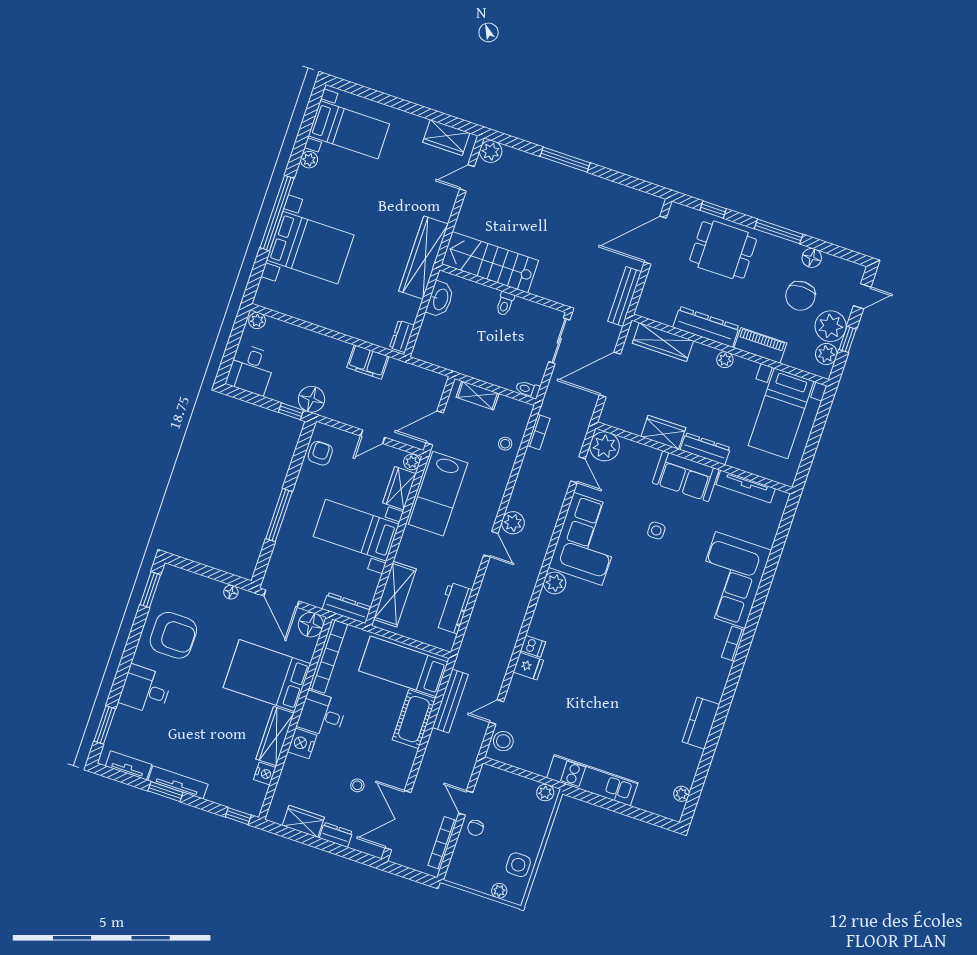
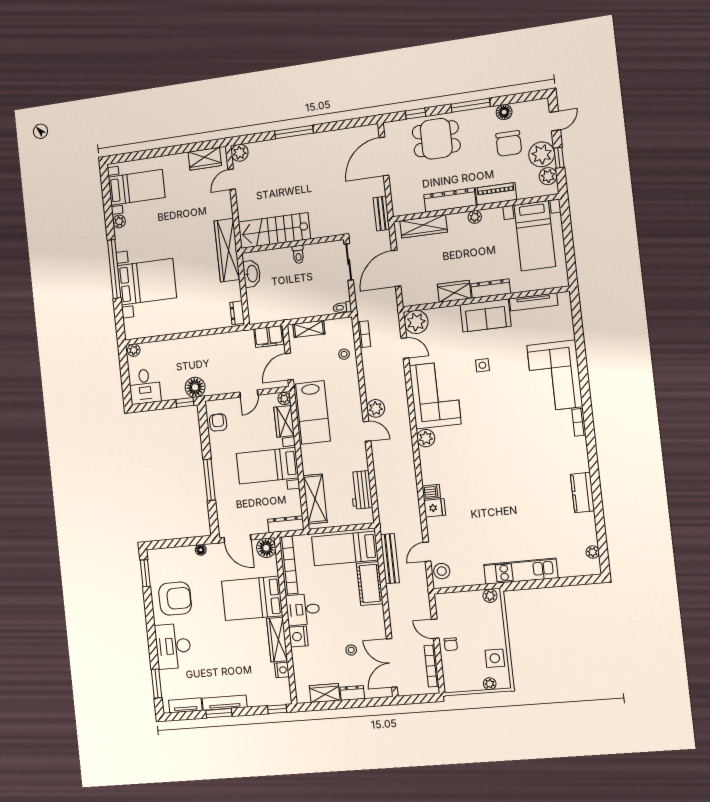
bench: (625, 297) -> (381, 214), width x0.73
filing cabinet: (368, 362) -> (269, 337), moved
desk: (145, 690) -> (173, 646), width x1.37

